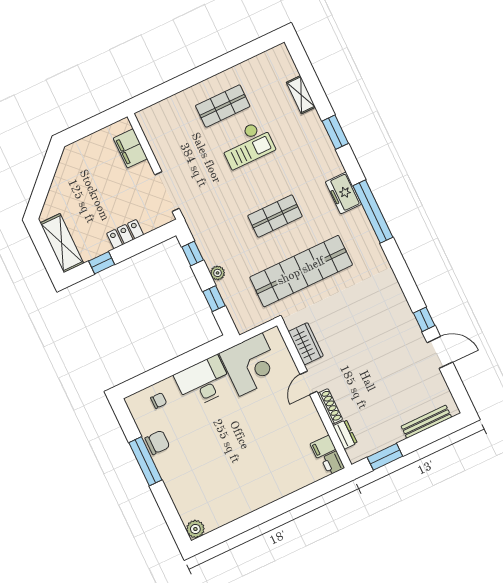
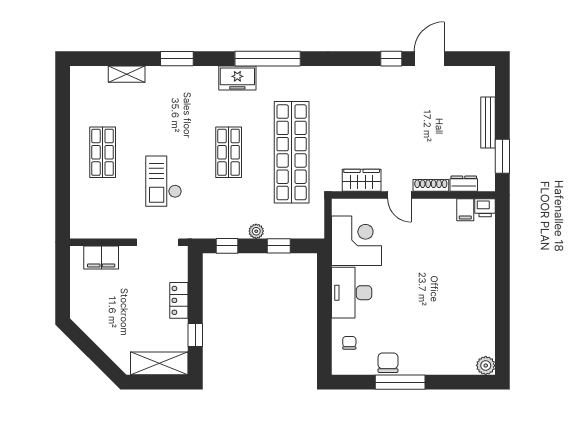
checkout: (247, 145) -> (164, 181), moved, turned 180
bench: (426, 422) -> (488, 123), moved

